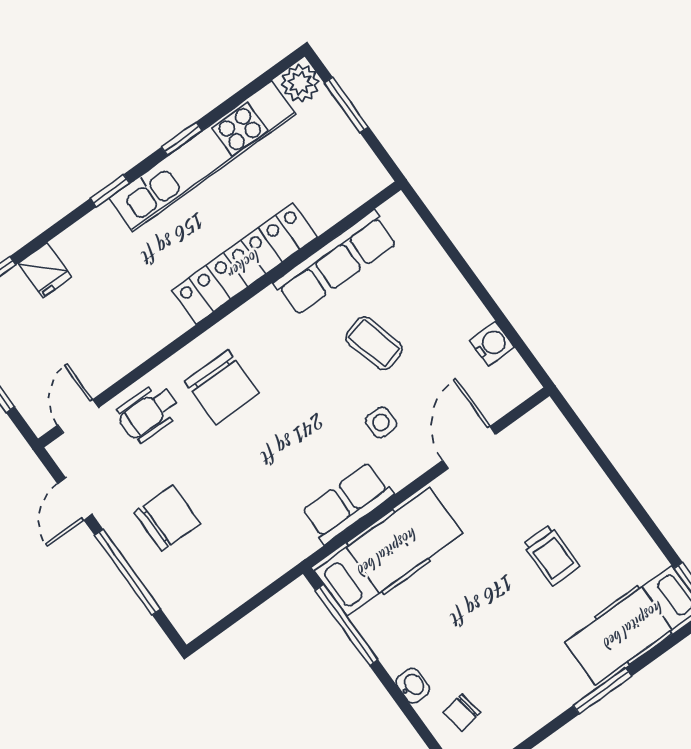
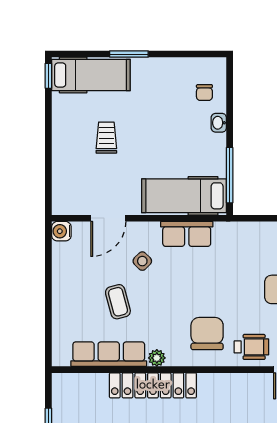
plant: (266, 305) -> (157, 358), added
water cooler: (492, 344) -> (61, 231), moved
side table: (381, 422) -> (142, 261), turned 45
chair: (462, 713) -> (204, 93), turned 99

